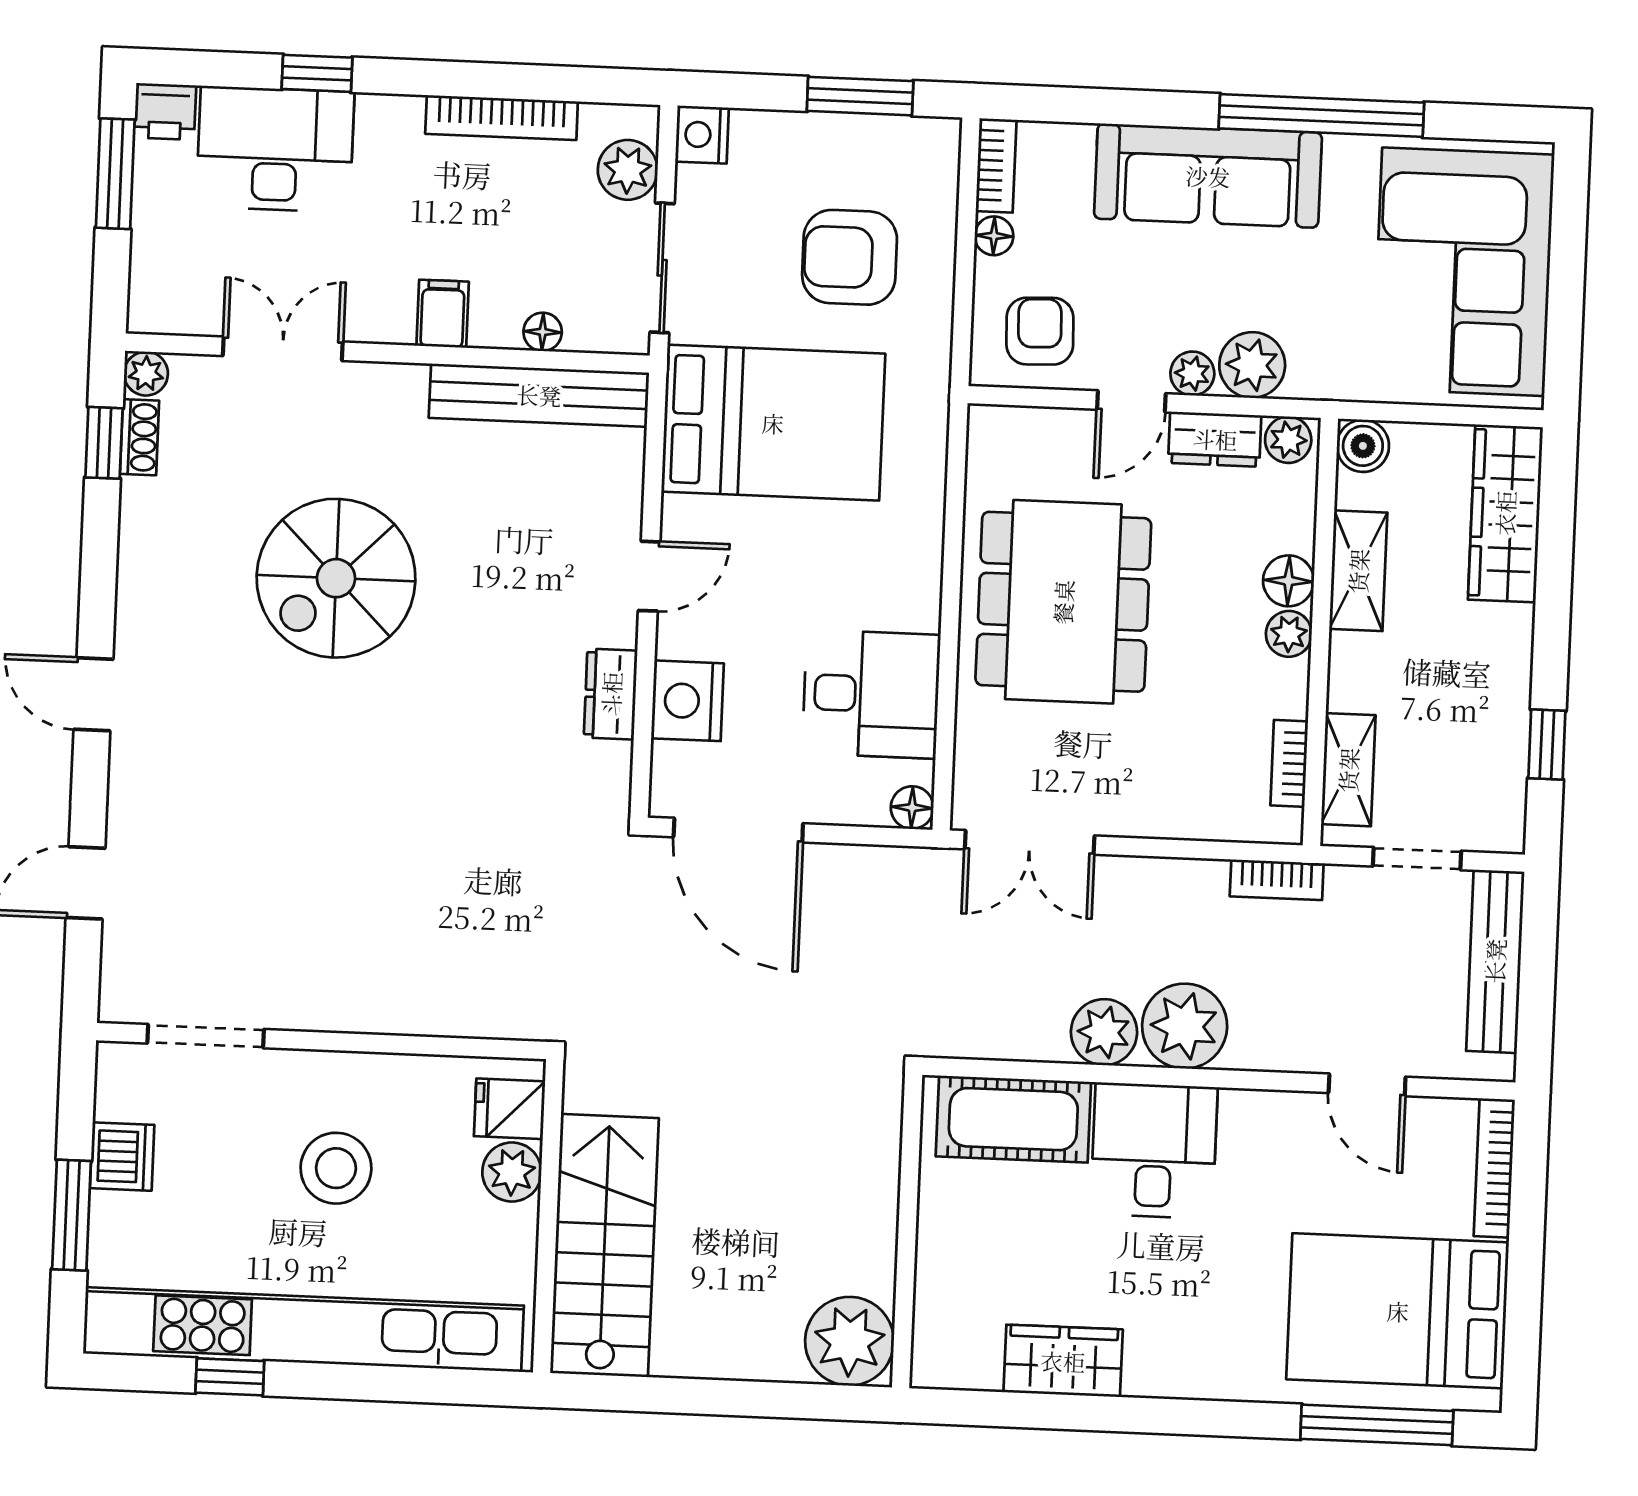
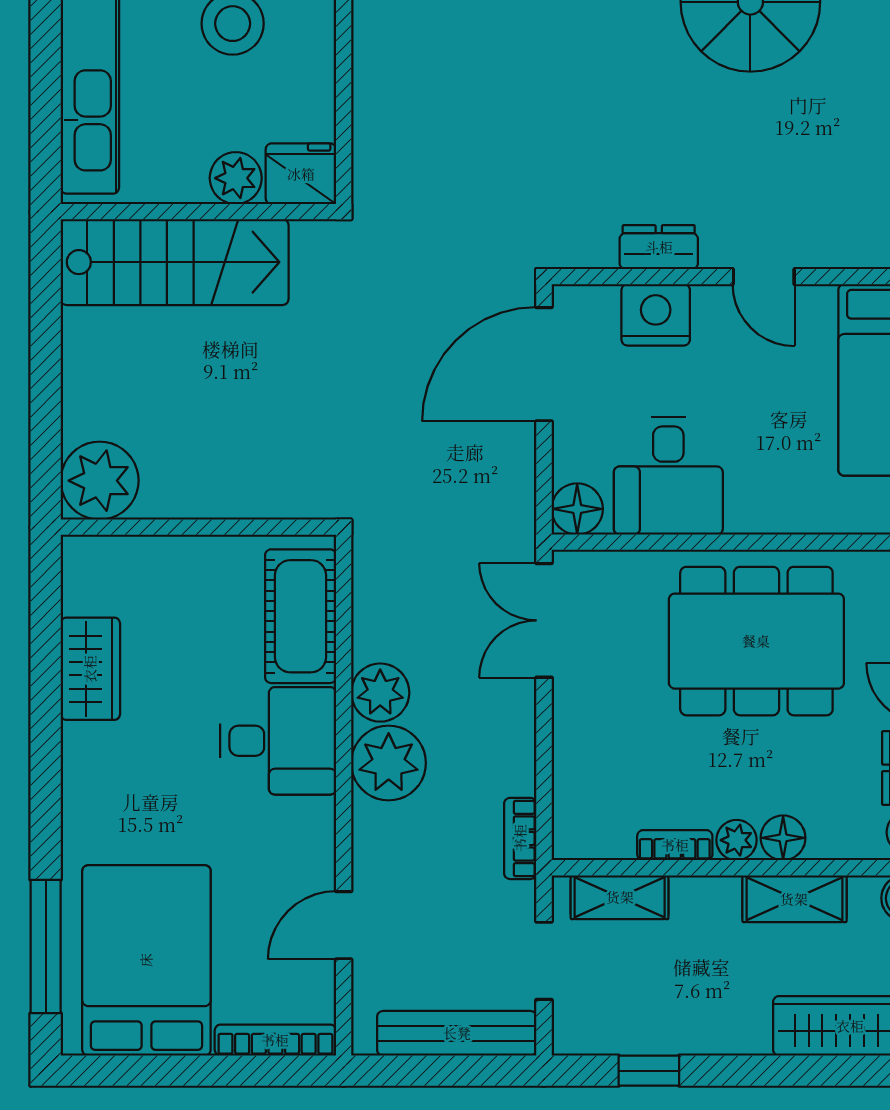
bookcase: (1289, 763) -> (675, 845), moved
floor lamp: (912, 808) -> (577, 509), width x1.37, depth x1.37
fridge: (510, 1109) -> (301, 174), width x1.38

